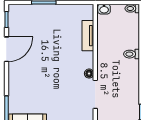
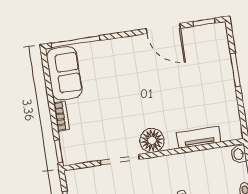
floor lamp: (89, 74) -> (152, 140), width x1.89, depth x1.89

